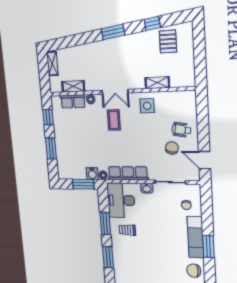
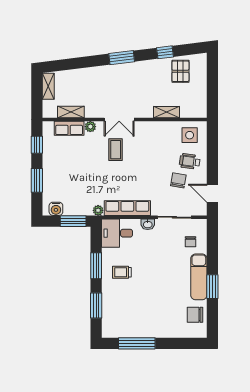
side table: (147, 106) -> (190, 135), moved
water cooler: (92, 174) -> (56, 209), moved
desk: (121, 200) -> (117, 233), width x0.73

